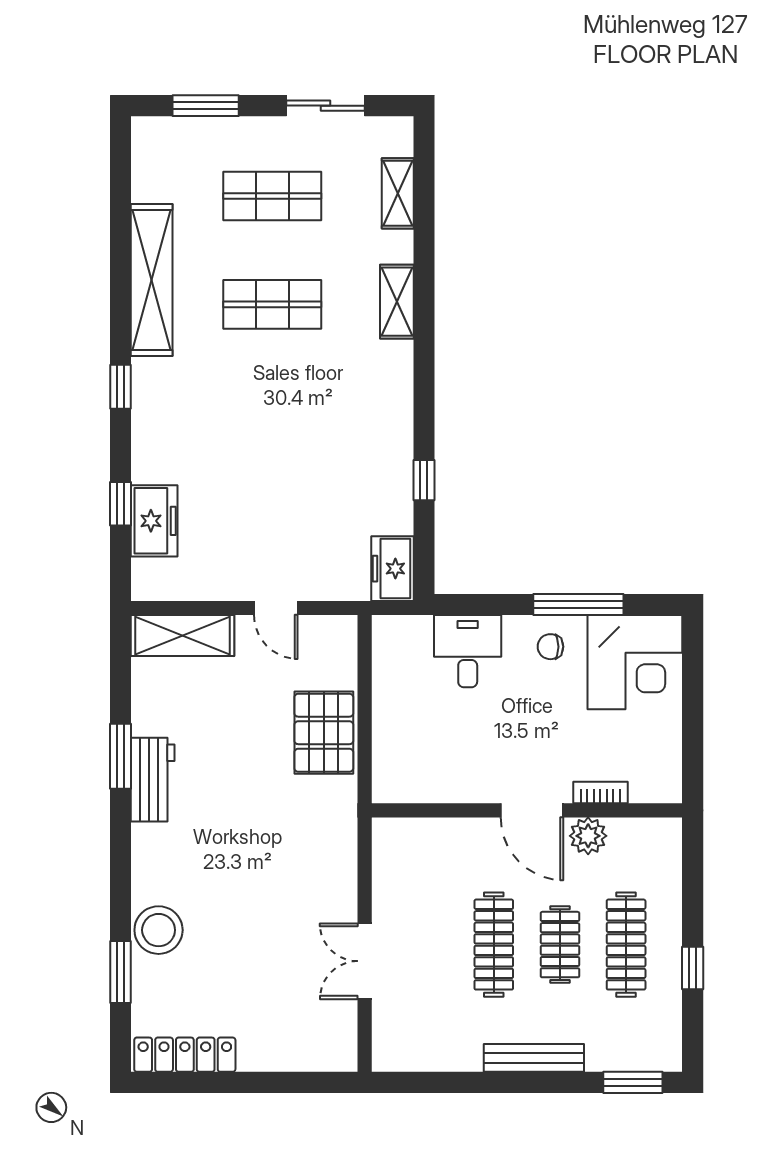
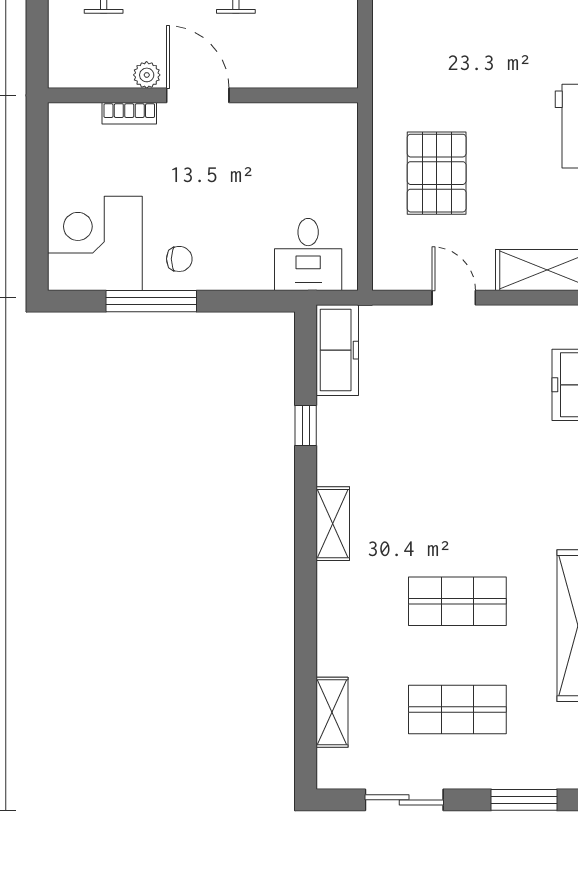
shelving: (397, 302) -> (333, 524), moved
freezer: (392, 569) -> (337, 350), width x1.40
desk: (468, 651) -> (308, 254), moved
pallet: (324, 733) -> (437, 173), moved
plant: (588, 836) -> (147, 75), width x0.73, depth x0.73

